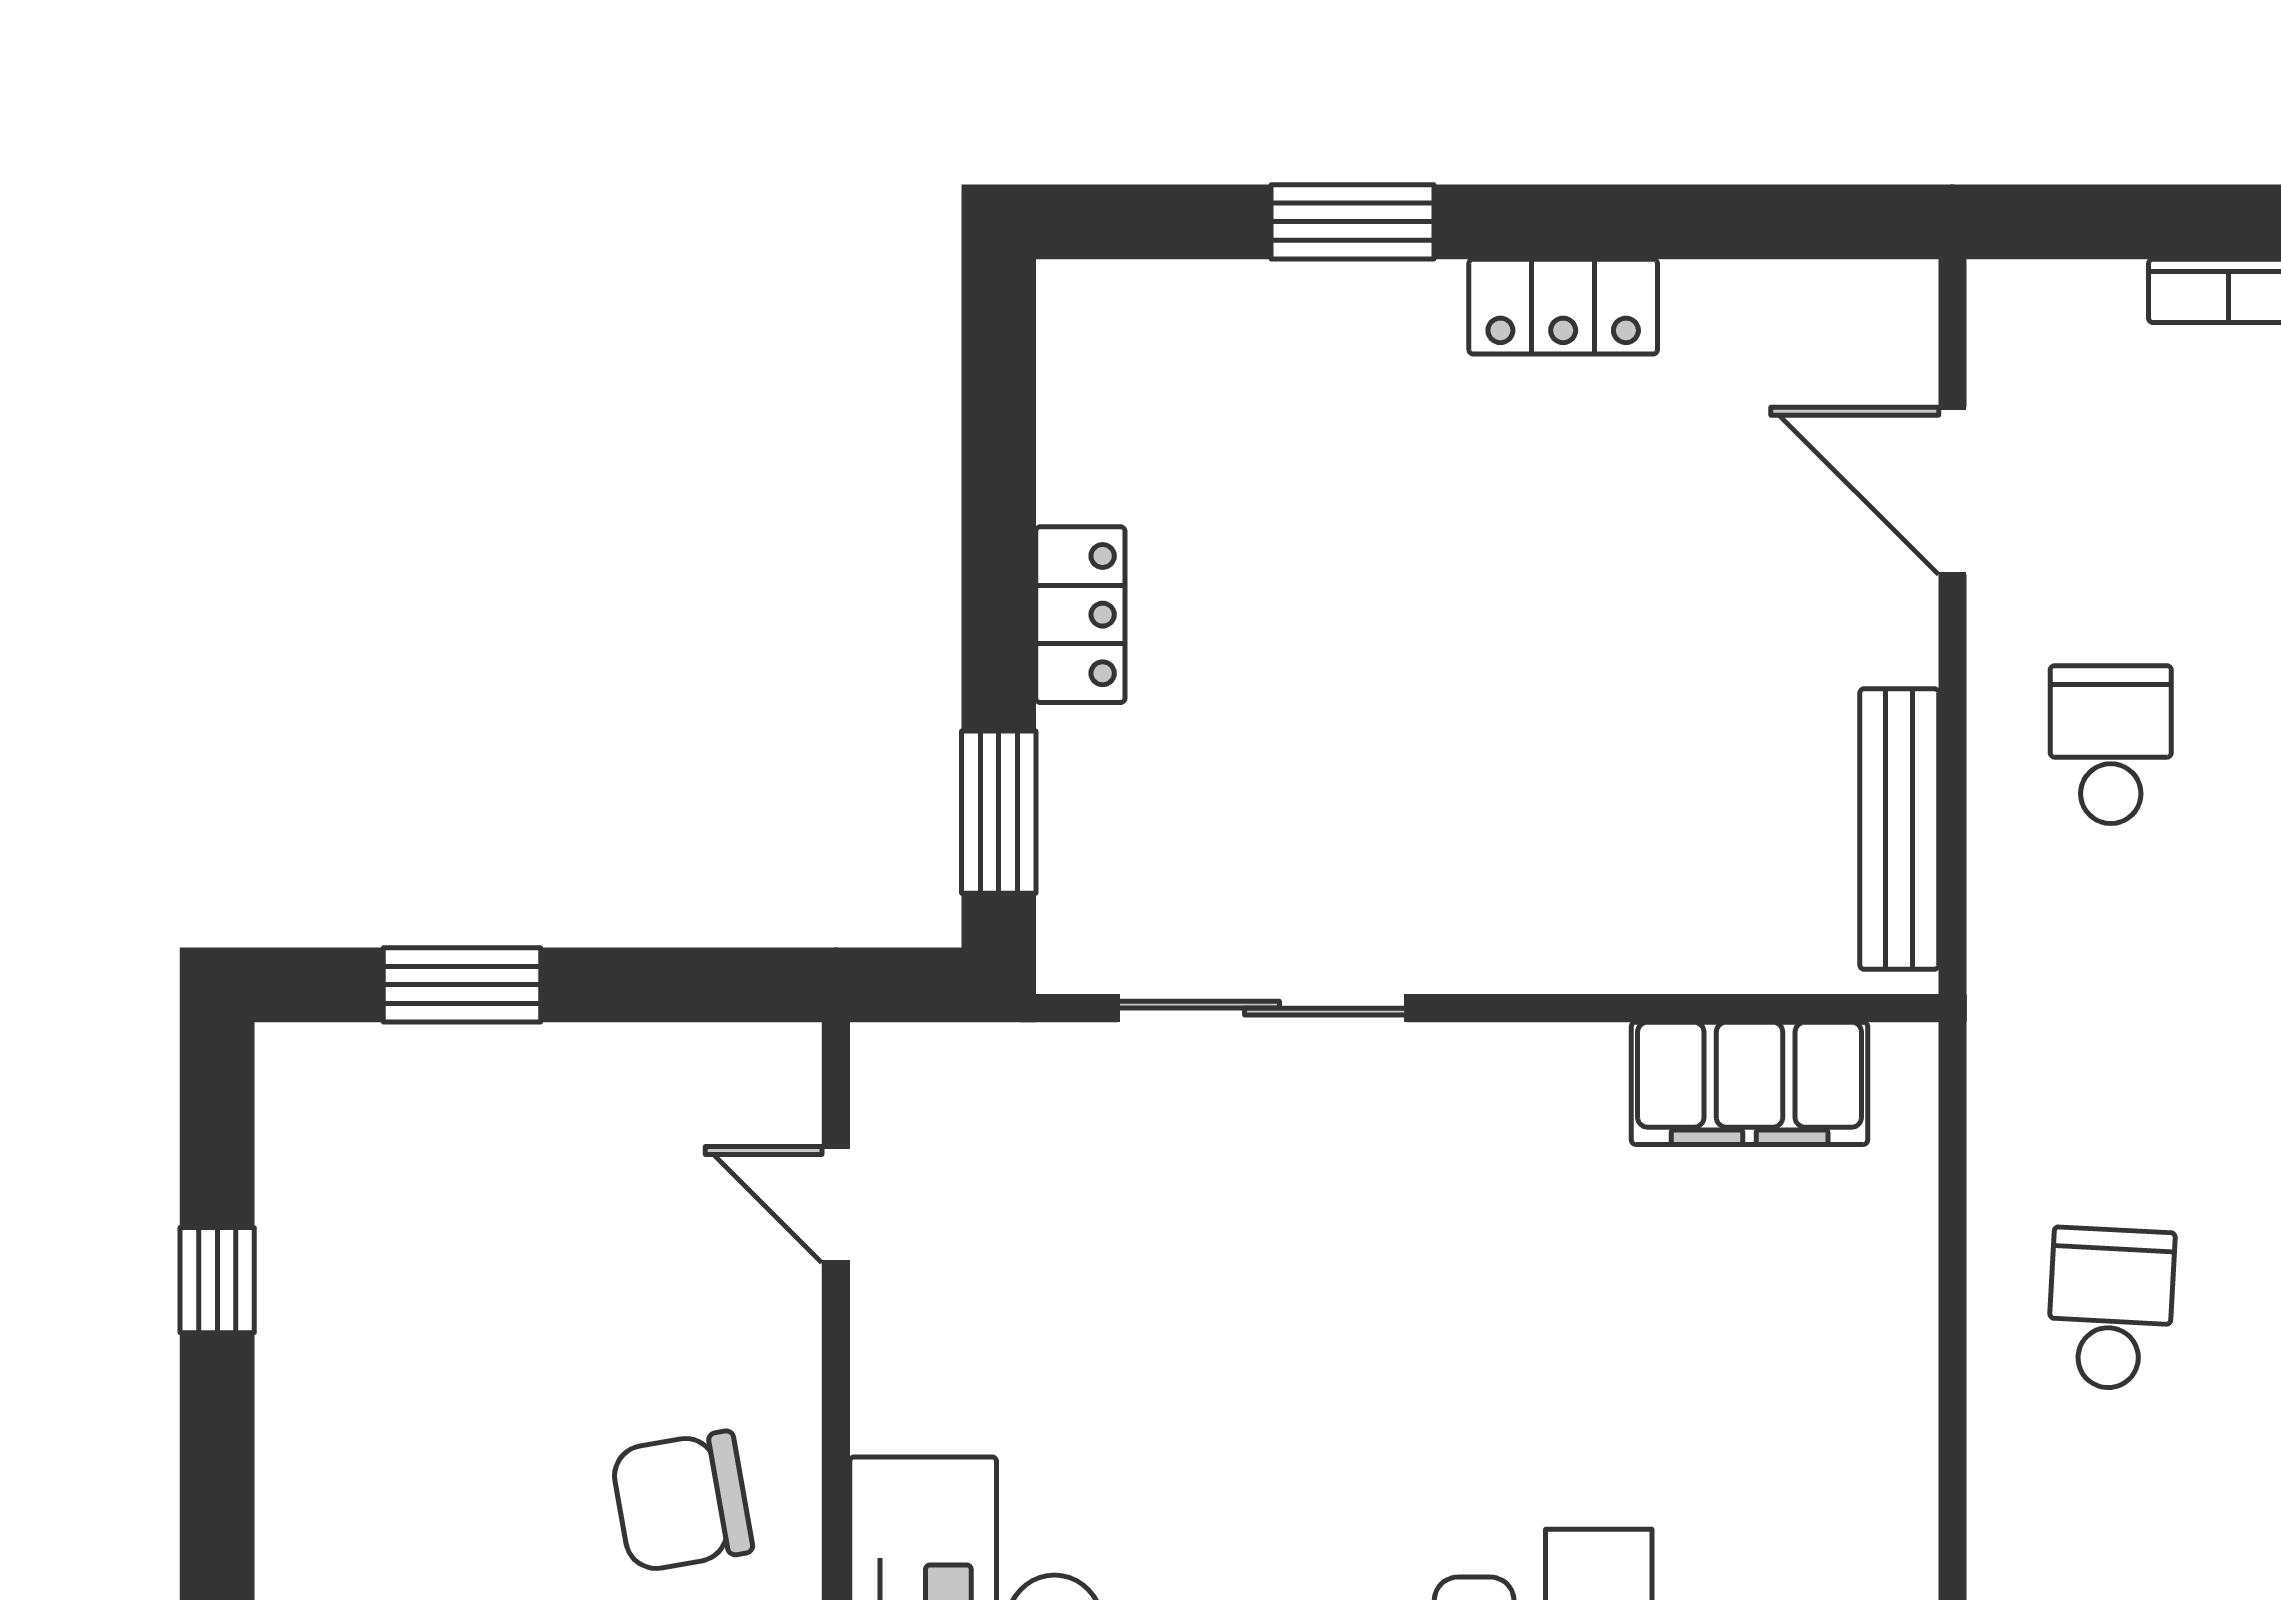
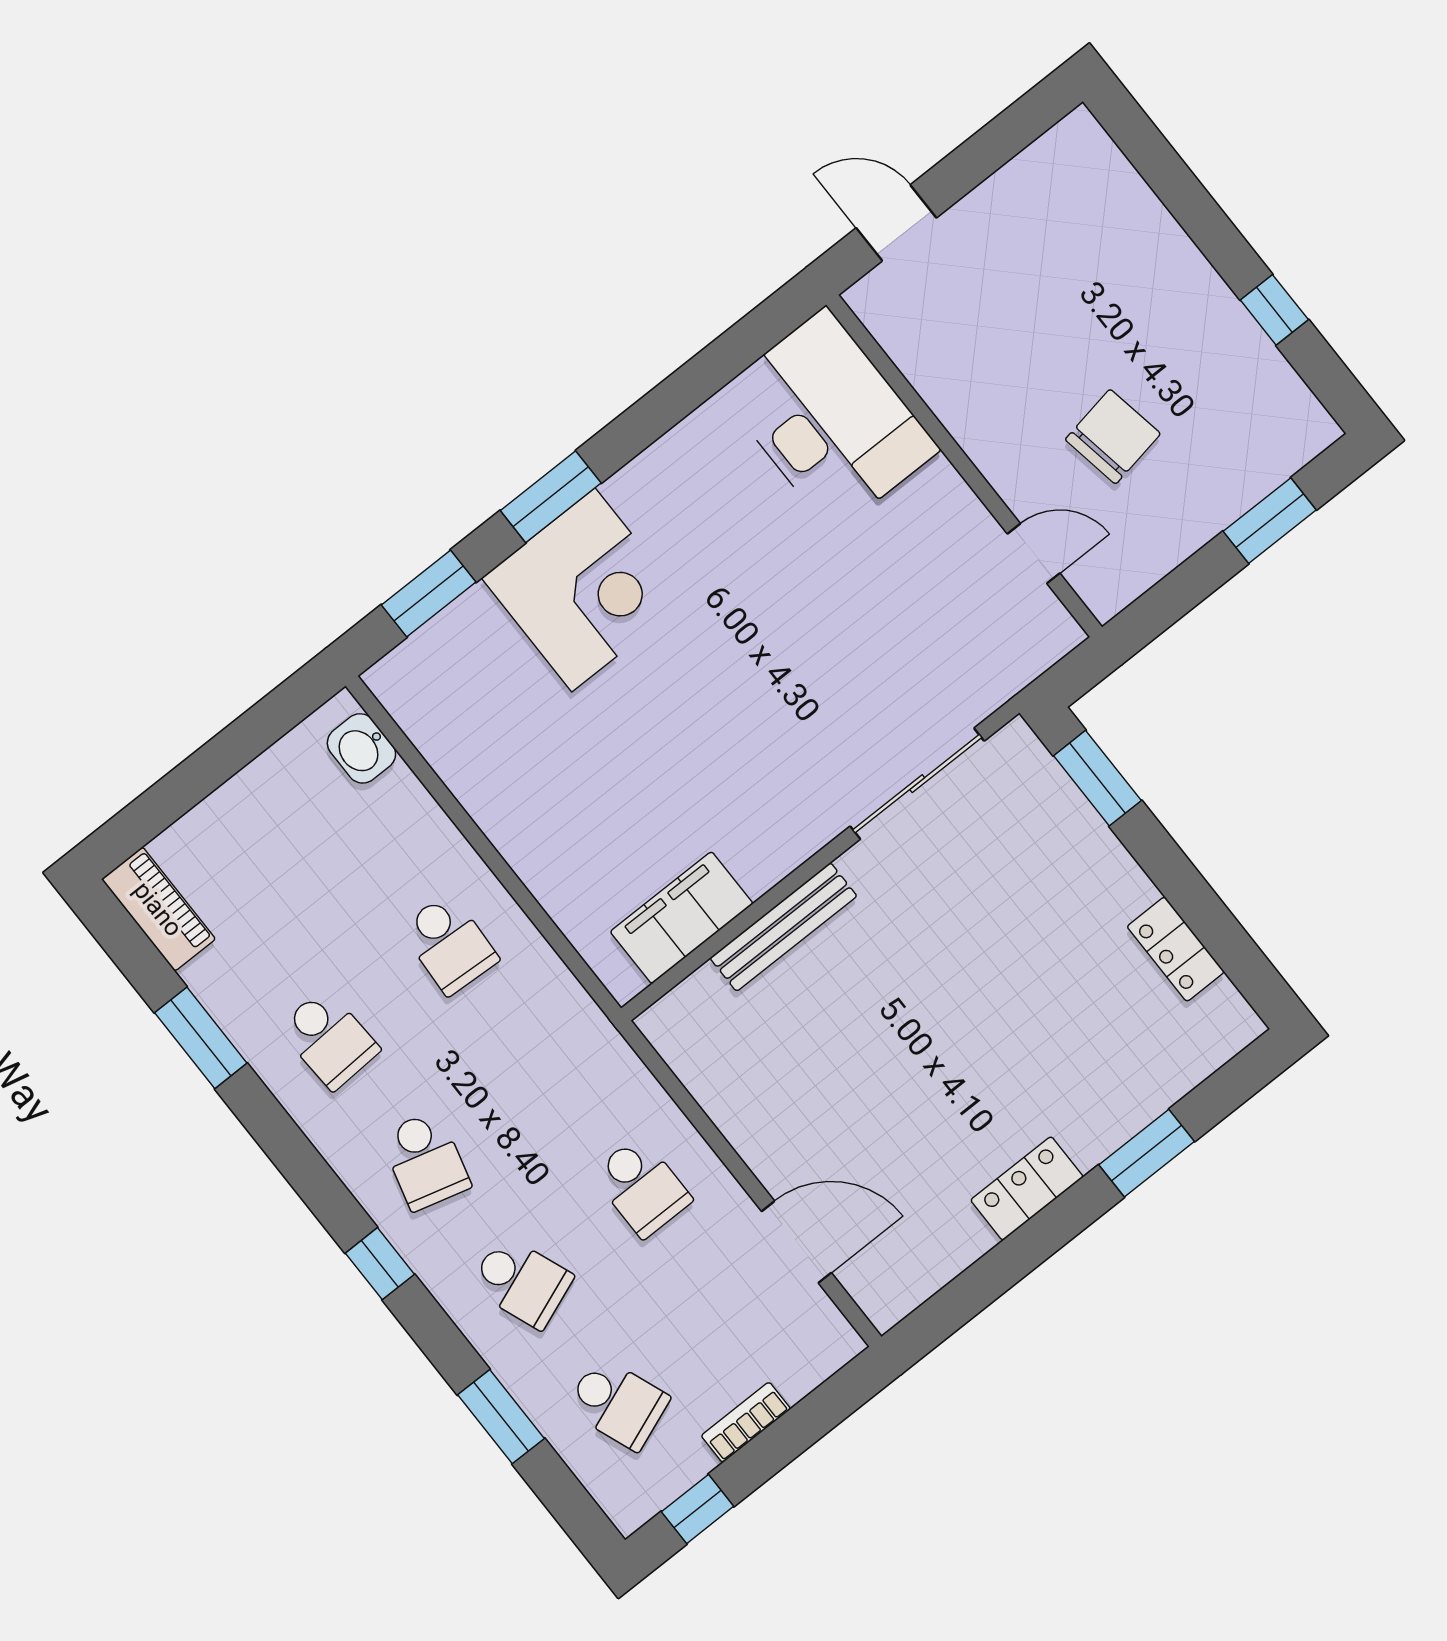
locker: (1080, 615) -> (1176, 949), moved
bench: (1899, 829) -> (783, 927), moved, turned 90
chair: (682, 1502) -> (1113, 437), moved

